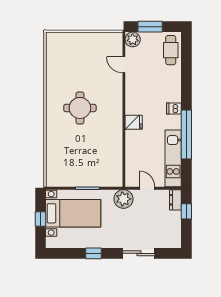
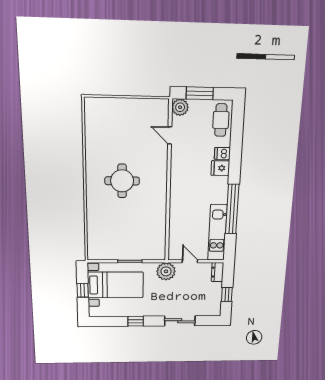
dishwasher: (174, 108) -> (222, 153), moved
fridge: (134, 122) -> (220, 168), moved, turned 180
window: (186, 211) -> (227, 294), moved

